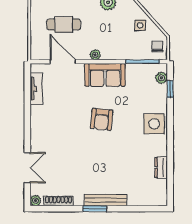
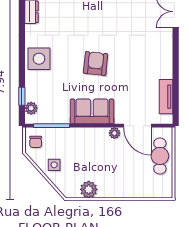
cafe table: (64, 25) -> (160, 156), moved, turned 90
plant: (95, 55) -> (114, 133), moved

